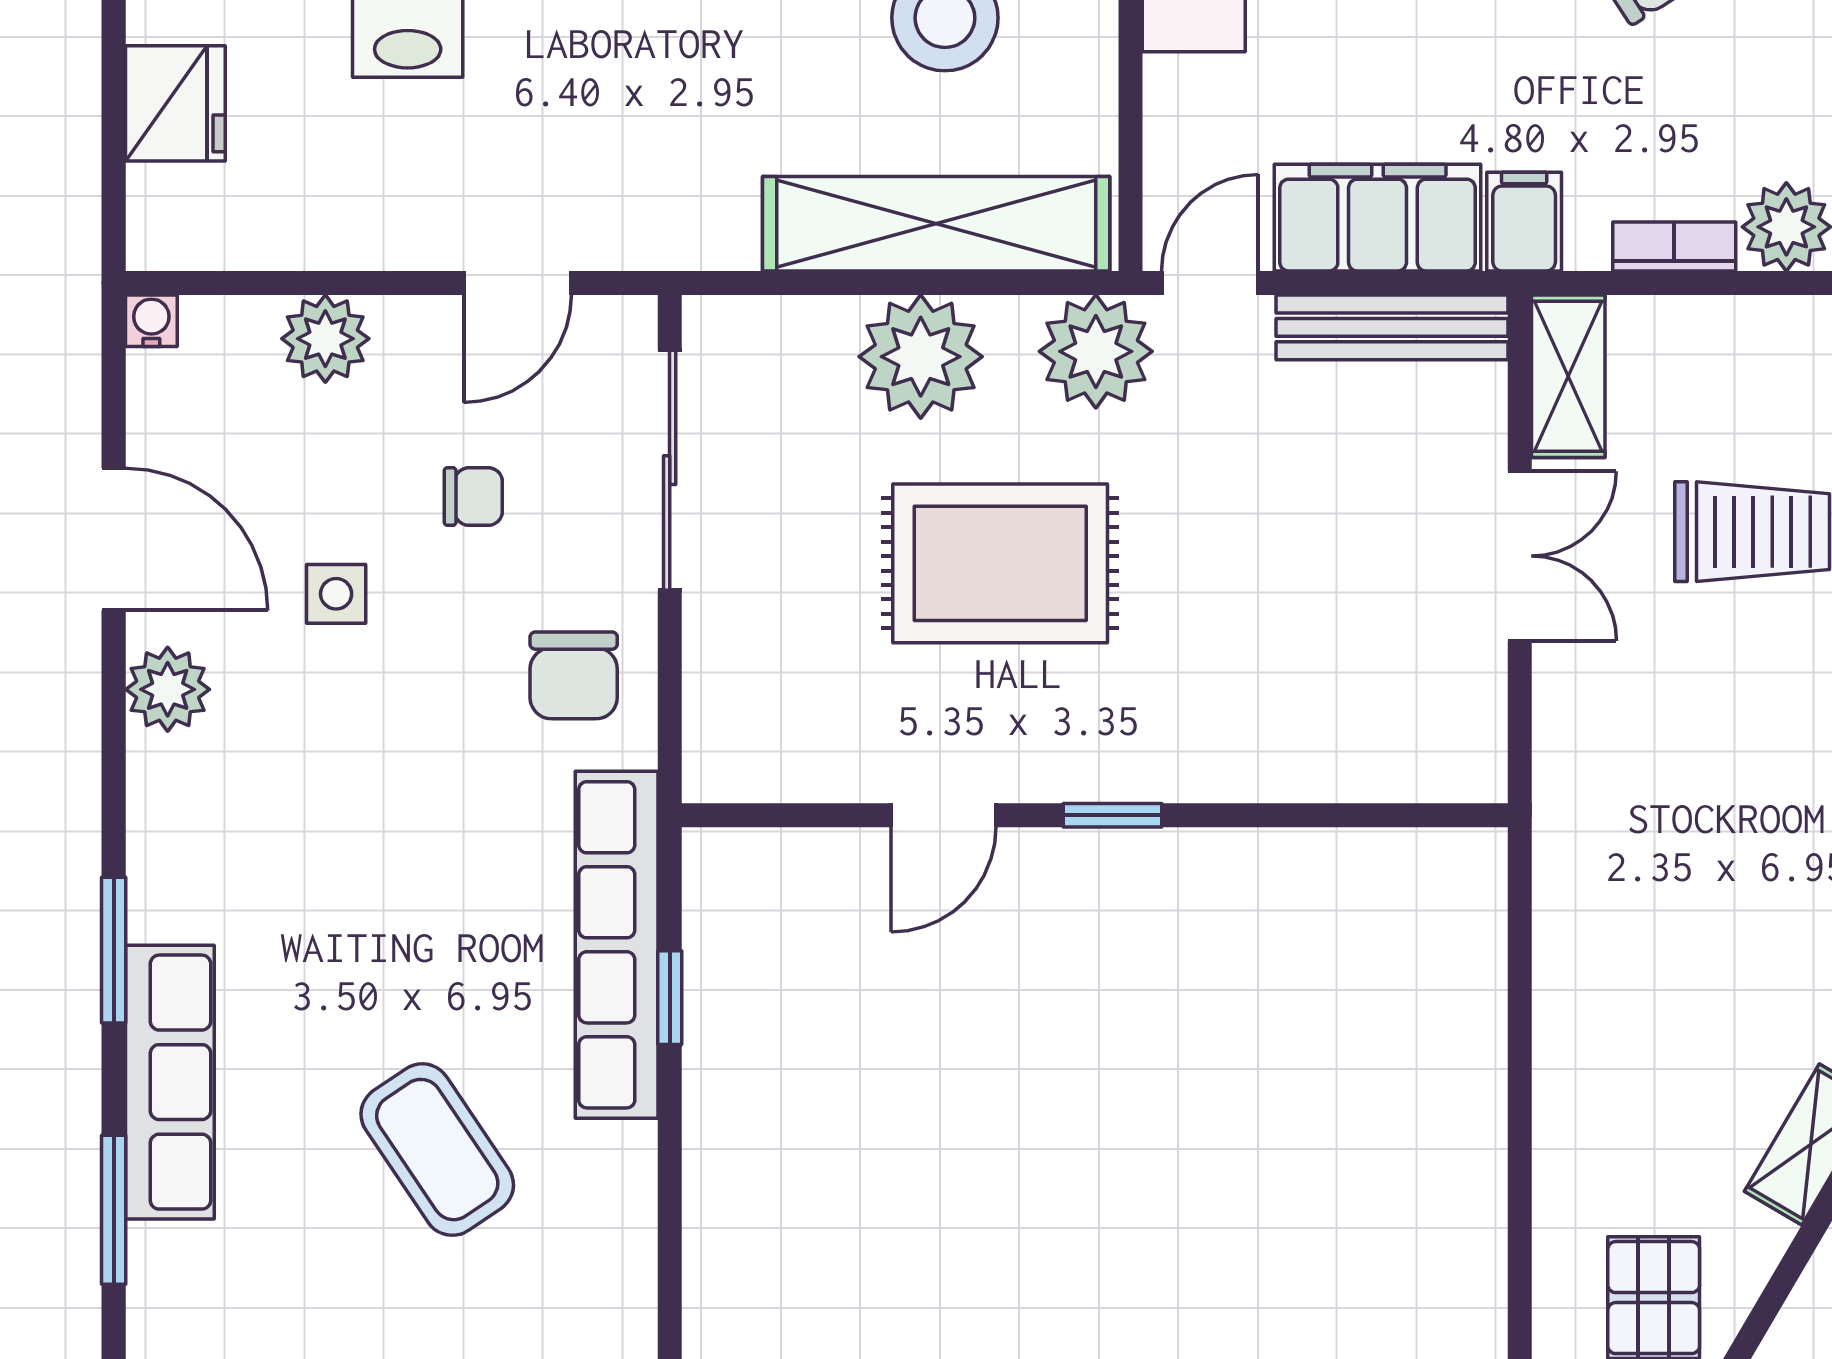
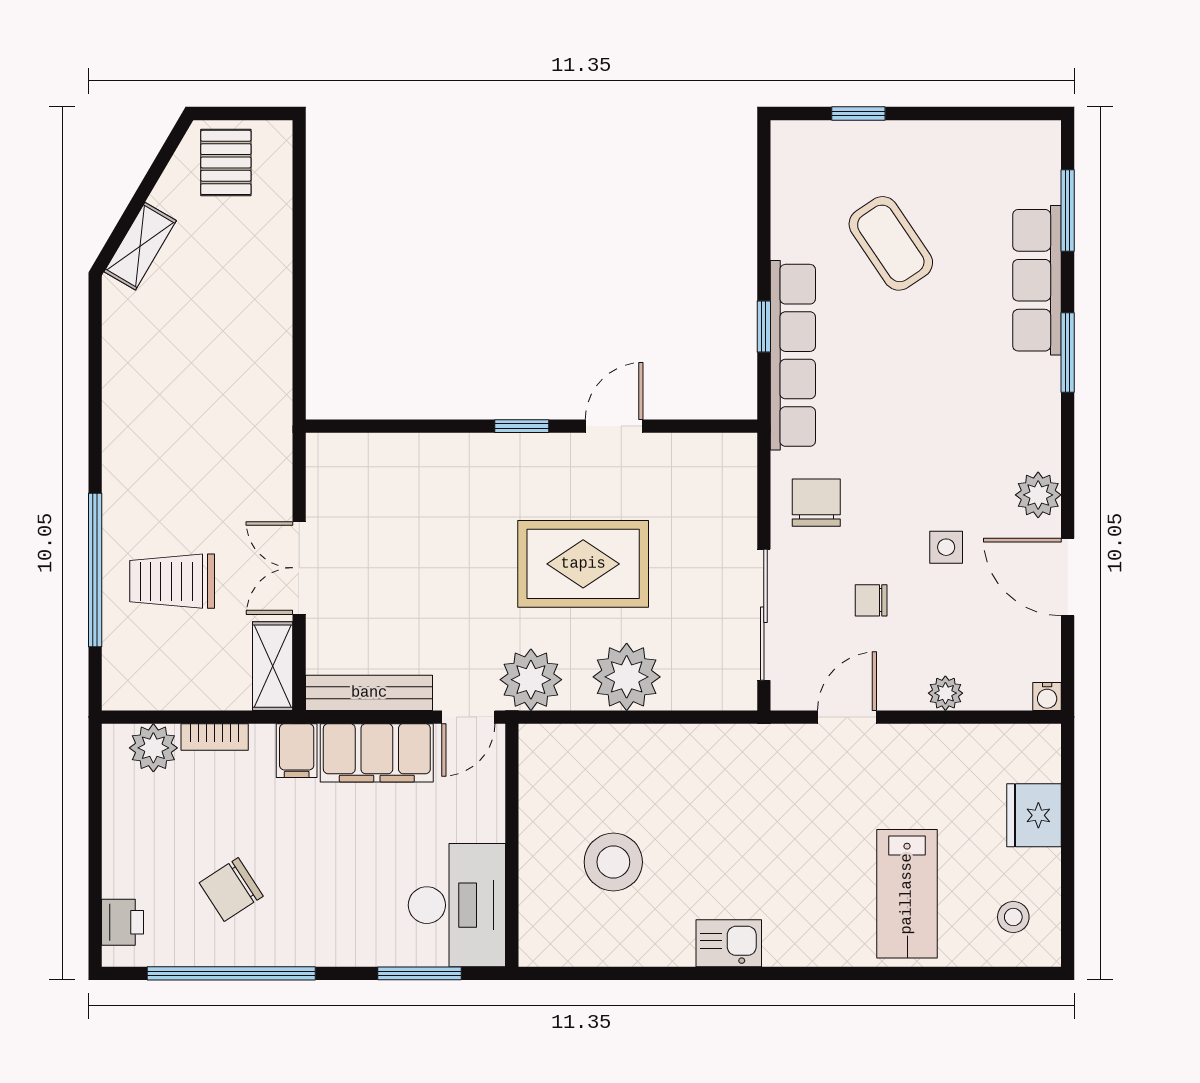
shelving: (936, 224) -> (618, 749), removed
plant: (325, 339) -> (945, 693), width x0.73, depth x0.73

